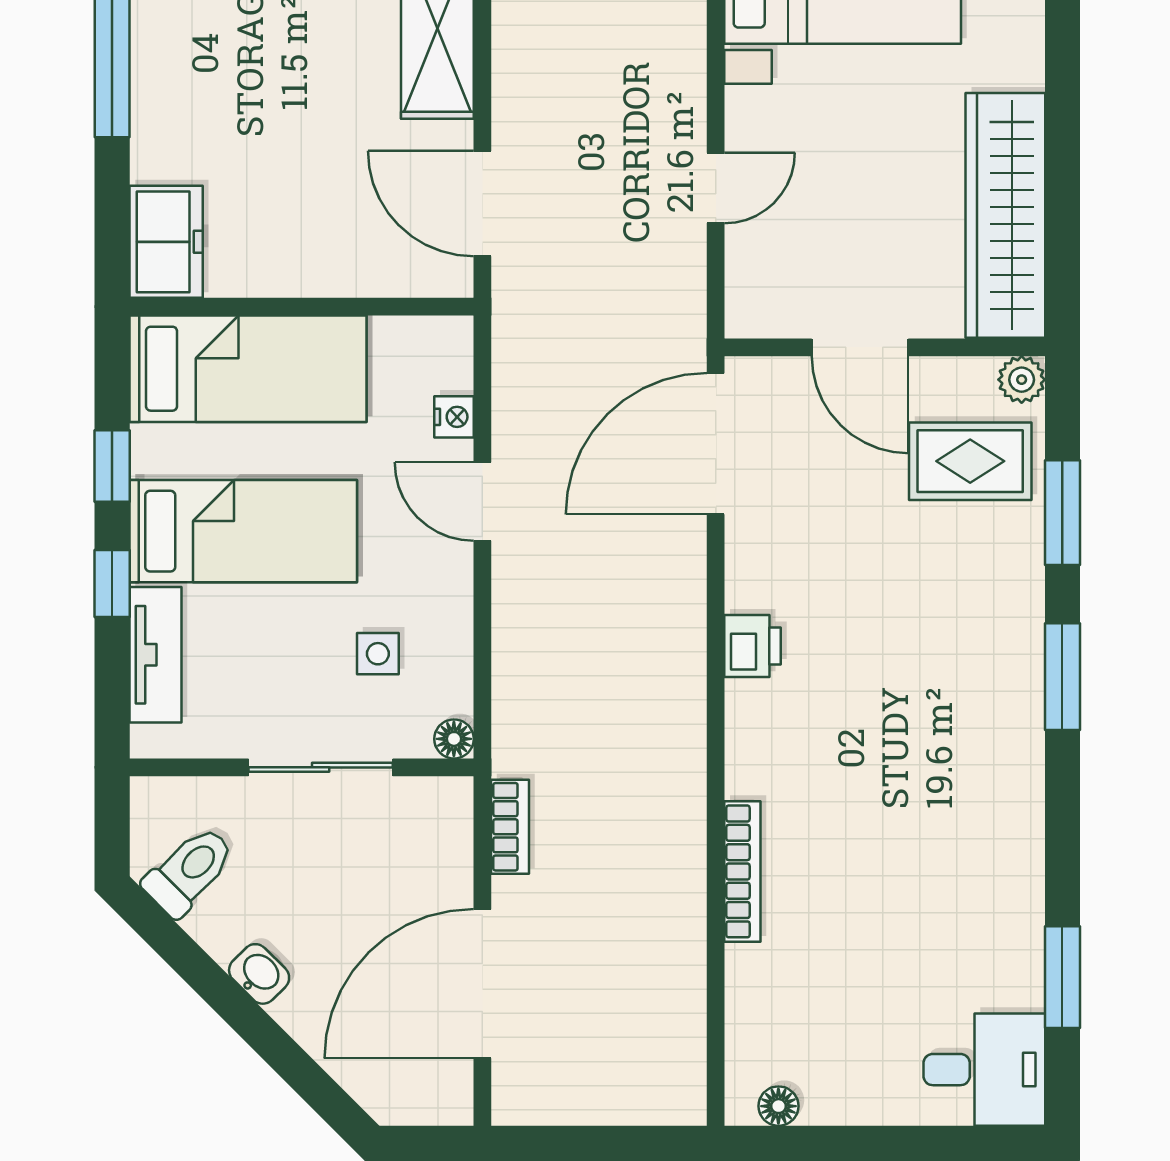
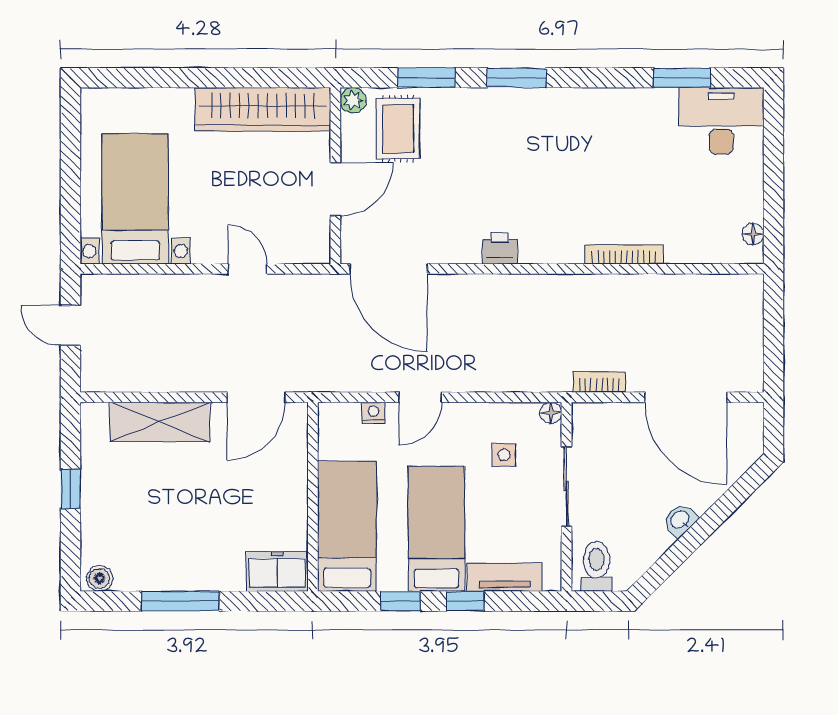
toilet: (189, 871) -> (596, 566), moved, turned 45
desk: (984, 1070) -> (721, 121), width x1.37

